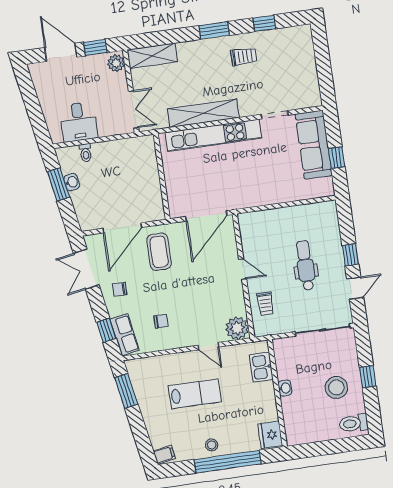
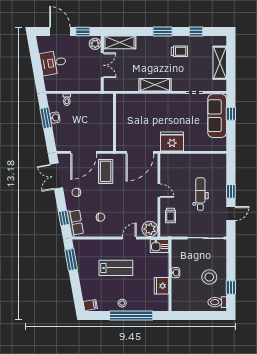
shelving: (306, 65) -> (220, 63), added
double door: (133, 109) -> (102, 65), moved
shelving: (203, 113) -> (155, 85), width x0.68
desk: (79, 122) -> (53, 63), moved, turned 80
kitchen unit: (213, 135) -> (152, 100), removed
window: (337, 158) -> (231, 114), moved
fridge: (252, 193) -> (172, 141), added
door: (208, 346) -> (129, 238), swing flipped
kitchen sink: (261, 367) -> (159, 246), moved, turned -90
window: (368, 377) -> (231, 287), moved
fridge: (270, 435) -> (162, 286), moved

